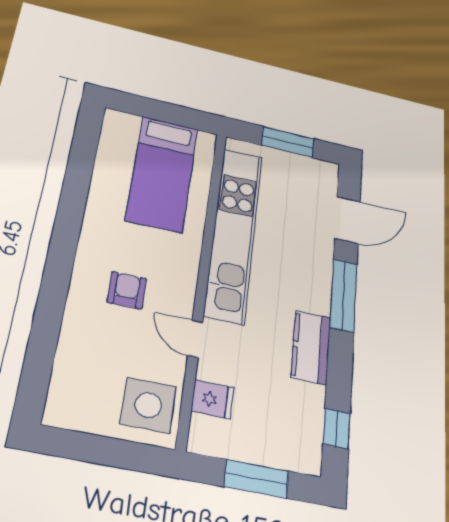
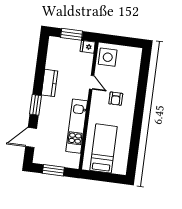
kitchen unit: (234, 233) -> (77, 126), width x0.73
window: (344, 295) -> (35, 105), width x0.69
fridge: (213, 399) -> (88, 47), moved
window: (337, 429) -> (42, 53), removed

